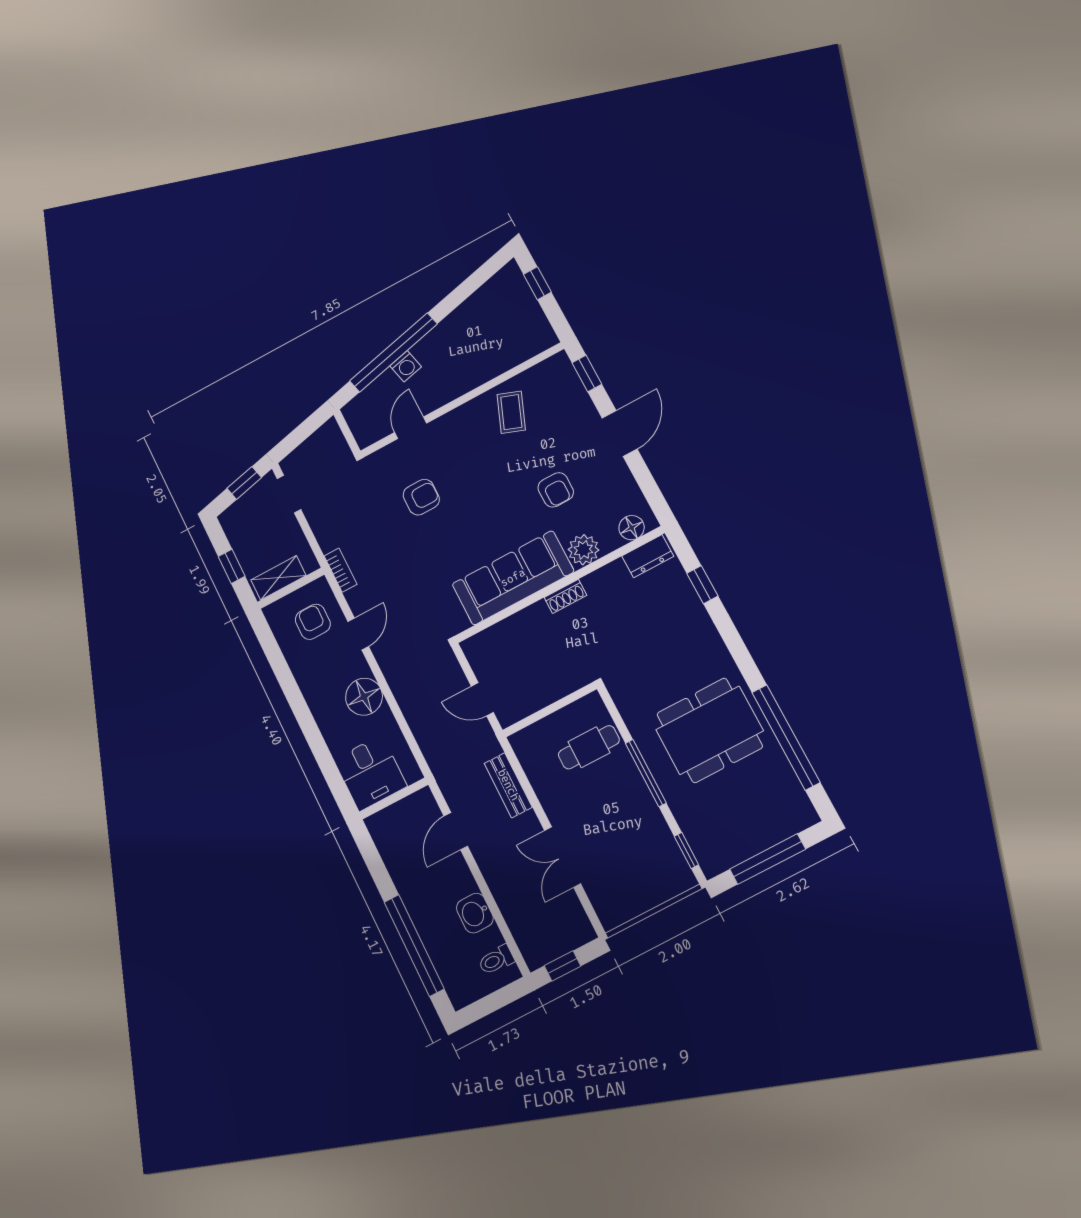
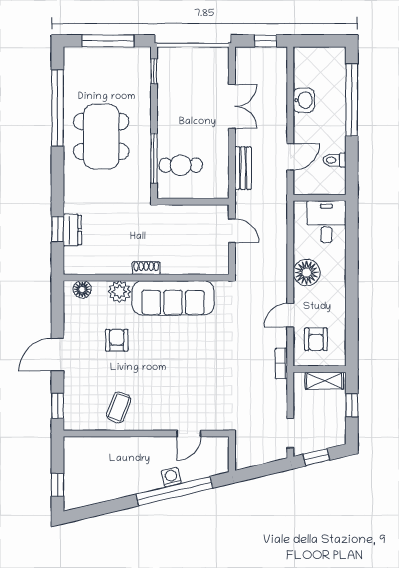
armchair: (421, 497) -> (205, 383), removed
dresser: (648, 556) -> (72, 230), moved, turned 90
dining table: (710, 730) -> (101, 137), turned 90
window: (646, 773) -> (154, 158), moved
toilet: (496, 960) -> (334, 160), moved, turned 180

